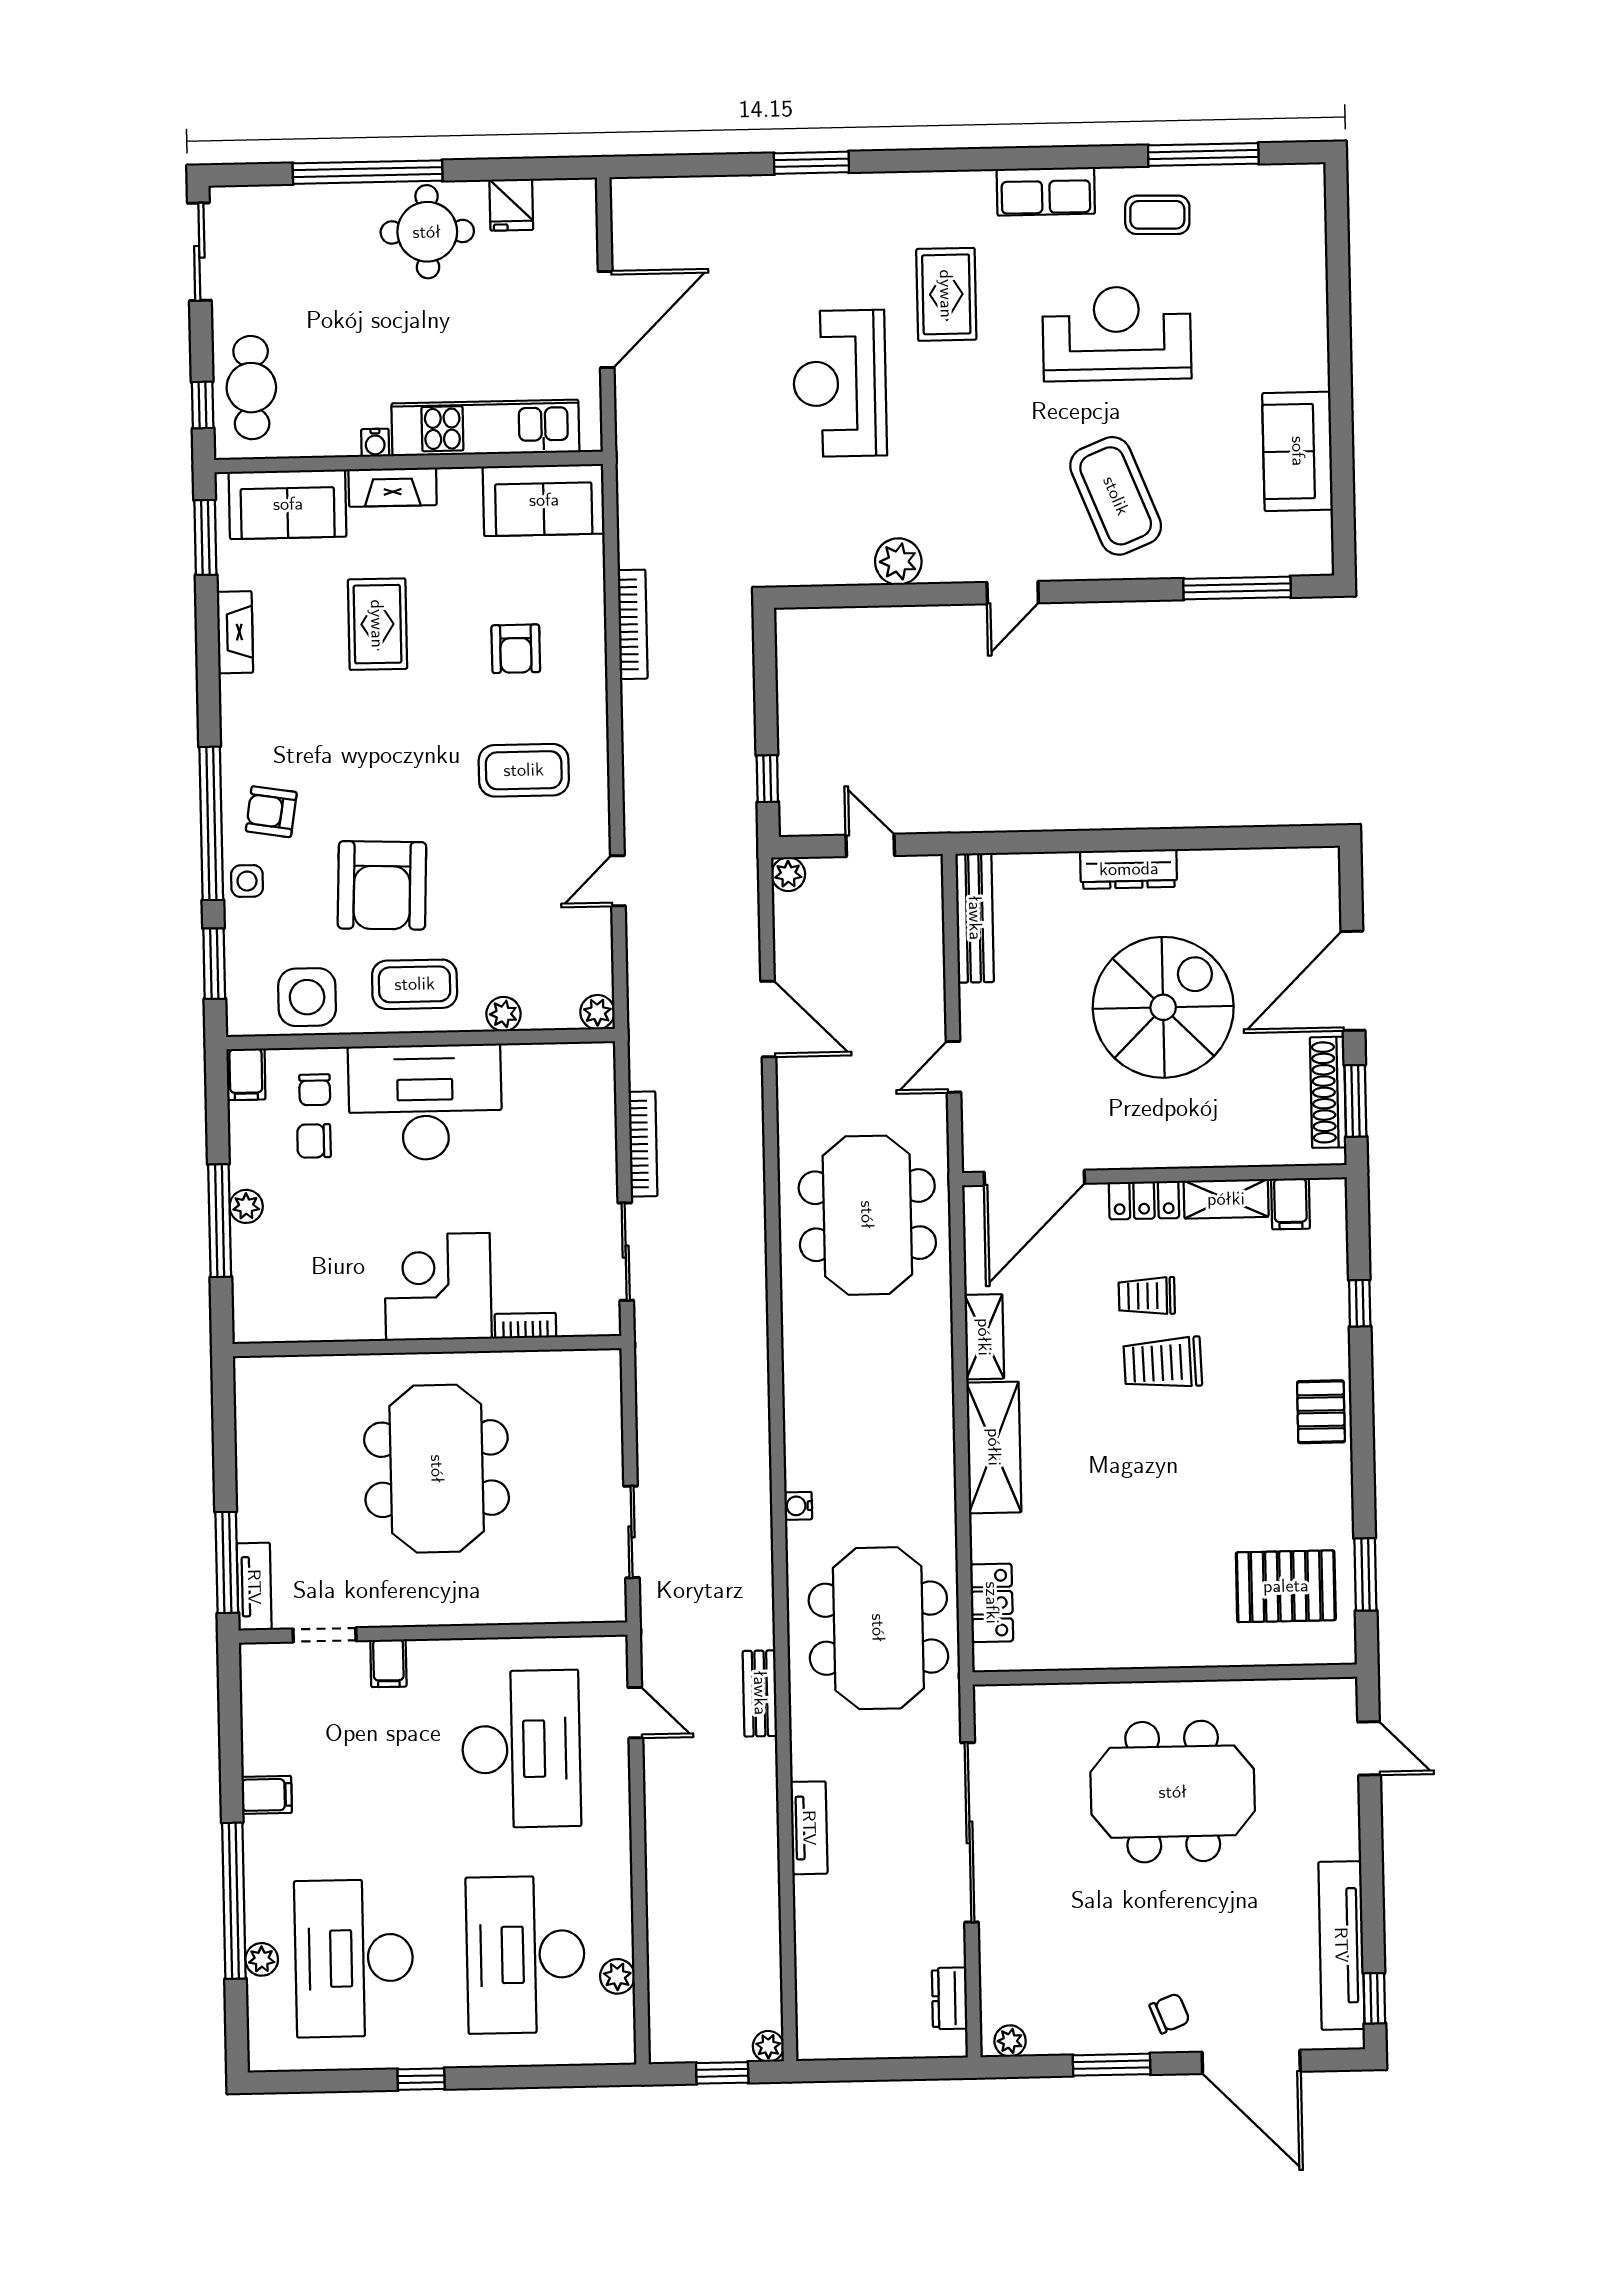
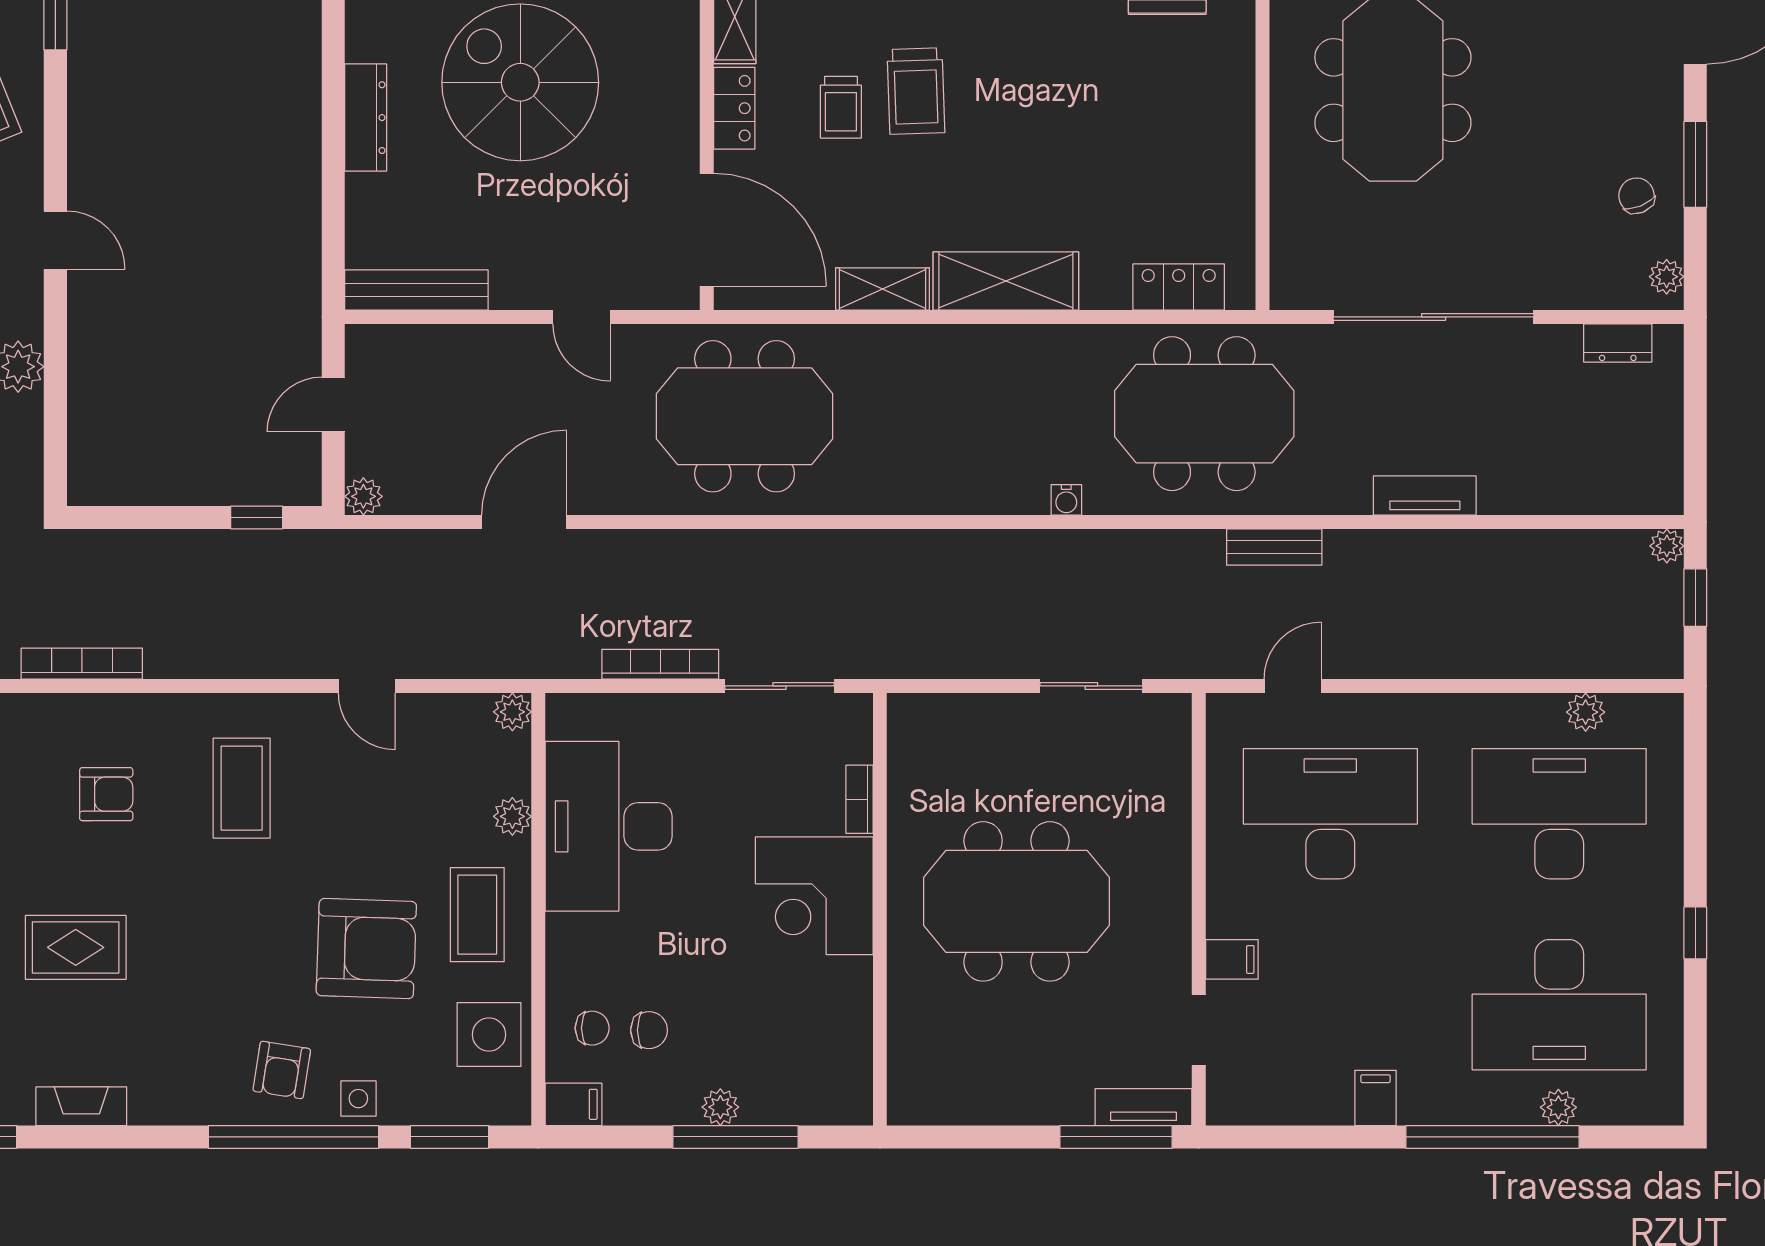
desk: (425, 1102) -> (609, 826), moved
chair: (314, 1141) -> (649, 1030), turned -90
desk: (526, 1955) -> (1559, 814), turned 180
chair: (1170, 2013) -> (1637, 196), moved

